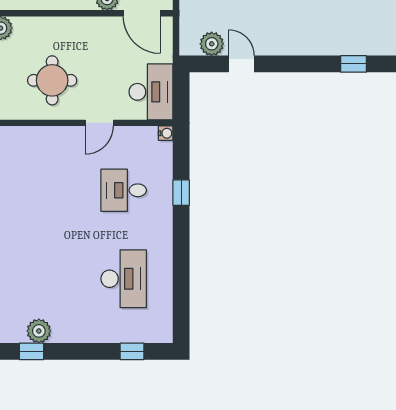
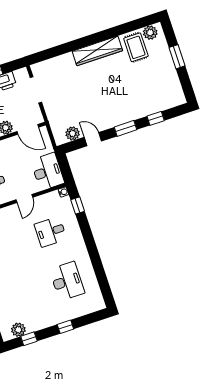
window: (300, 64) -> (125, 128), added
window: (181, 193) -> (78, 205), moved
plant: (39, 331) -> (18, 330), moved
window: (132, 351) -> (65, 327), moved

